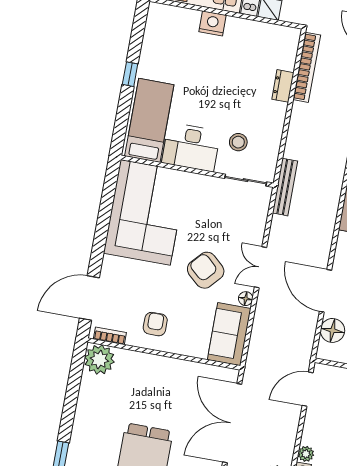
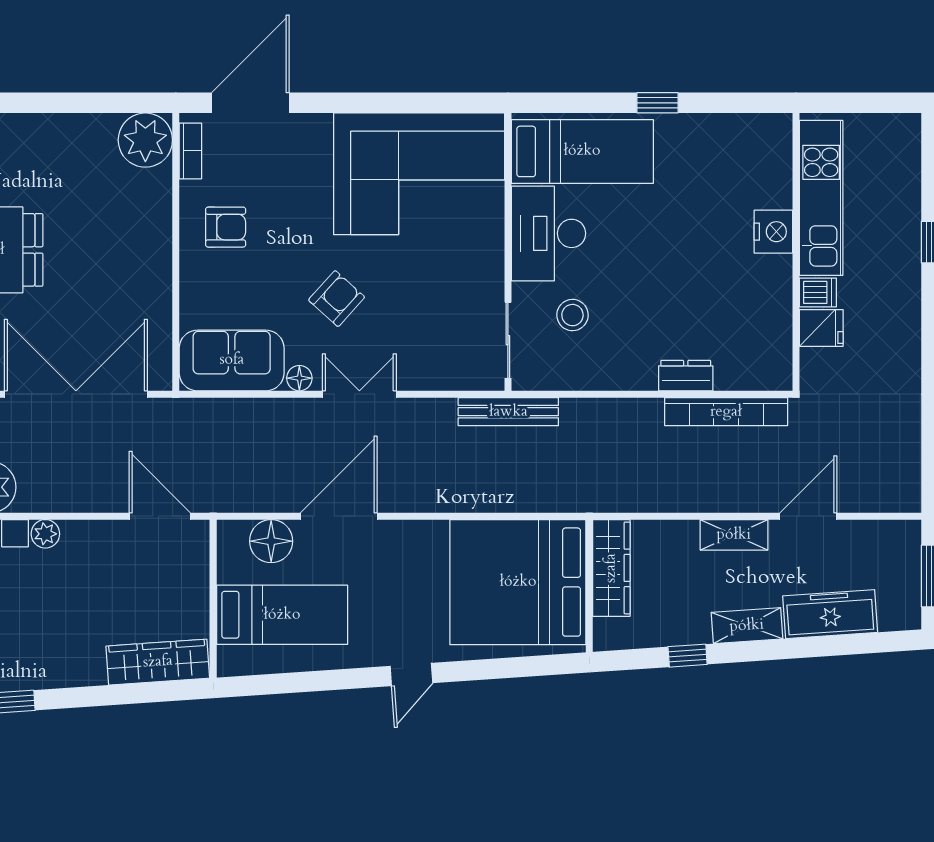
armchair: (206, 270) -> (337, 299), width x0.72, depth x0.72
door: (89, 298) -> (250, 103), hinge flipped

